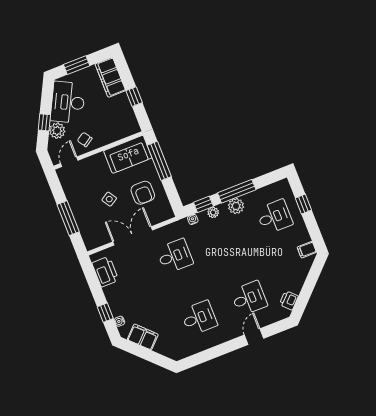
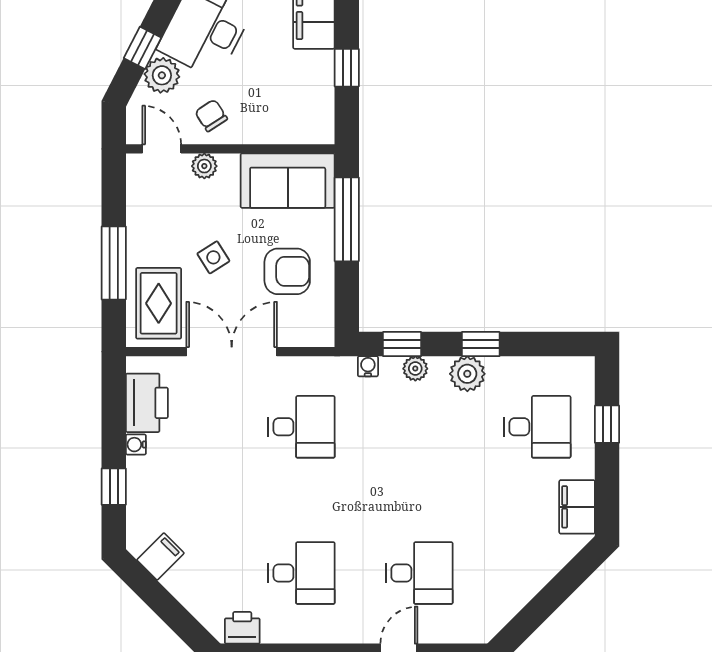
door: (69, 162) -> (162, 149), hinge flipped
plant: (90, 162) -> (204, 166), added
window: (237, 191) -> (481, 344), width x0.46
armchair: (143, 193) -> (287, 271), turned -90
rug: (94, 228) -> (159, 303), added
filing cabinet: (307, 250) -> (577, 507), width x2.00
printer: (289, 300) -> (242, 628), moved, turned 45
water cooler: (120, 321) -> (136, 445), moved
filing cabinet: (143, 337) -> (160, 556), width x0.50

